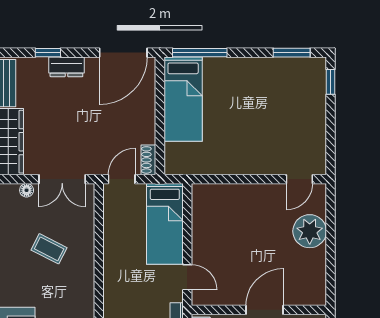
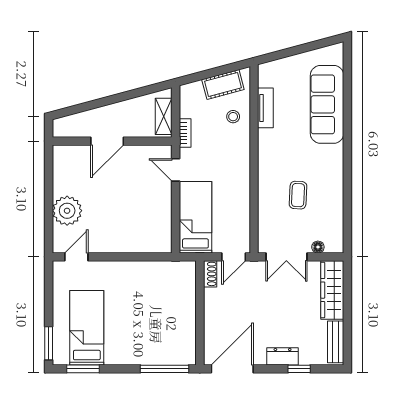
window: (331, 82) -> (49, 343), width x1.50
bed: (183, 99) -> (87, 328), moved
double door: (62, 179) -> (286, 257), swing flipped
coffee table: (49, 249) -> (298, 195), turned 66

